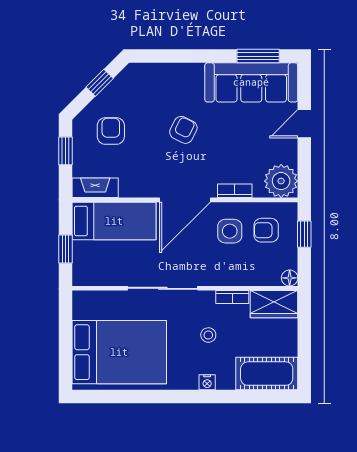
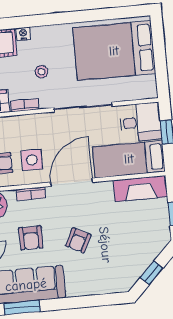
armchair: (111, 131) -> (31, 238), moved
fireplace: (95, 188) -> (140, 189), width x1.37, depth x1.32
desk: (96, 264) -> (140, 122), added
nightstand: (207, 382) -> (23, 34), moved

